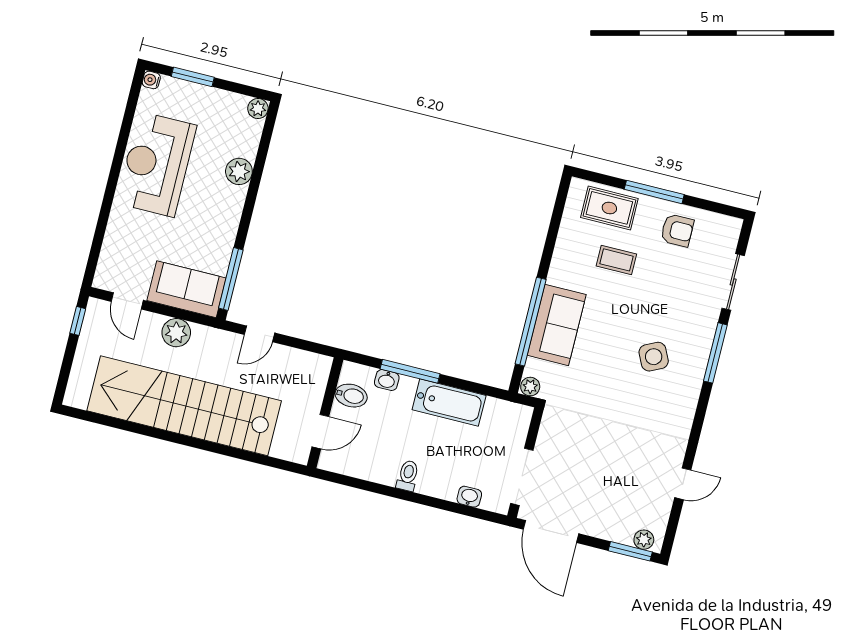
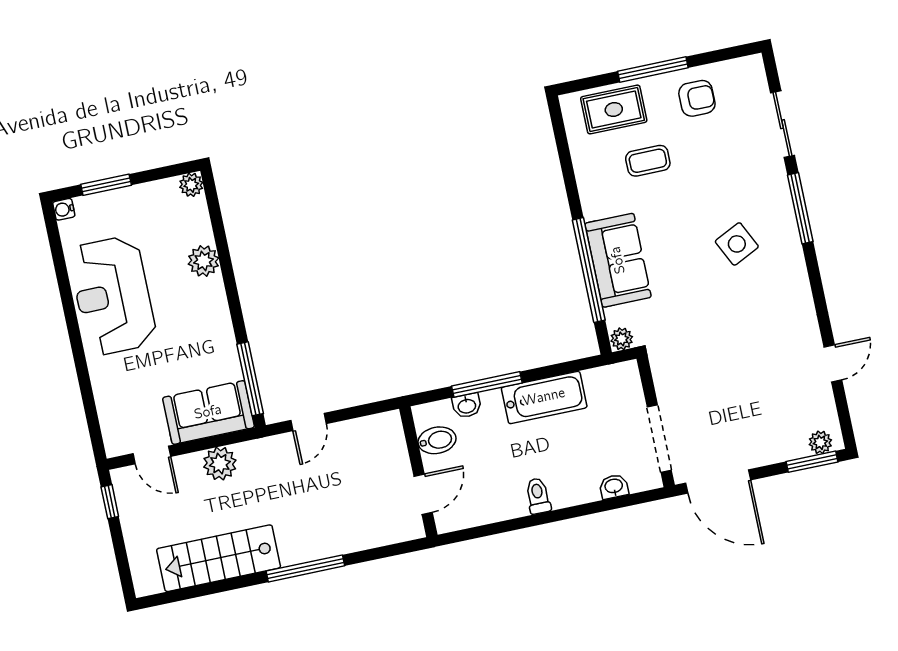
stairs: (184, 406) -> (219, 558), width x0.54, depth x0.66
window: (203, 445) -> (305, 568), added

